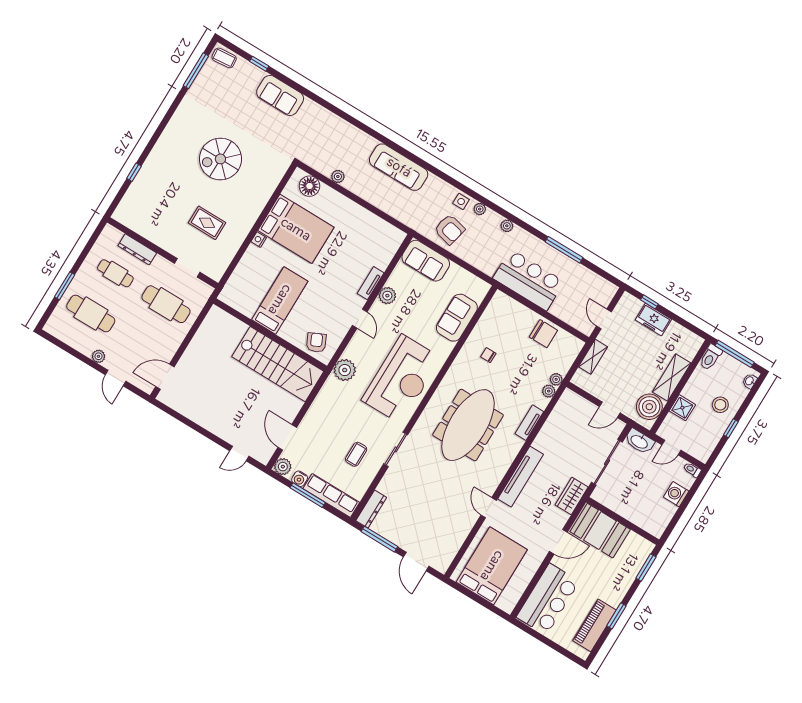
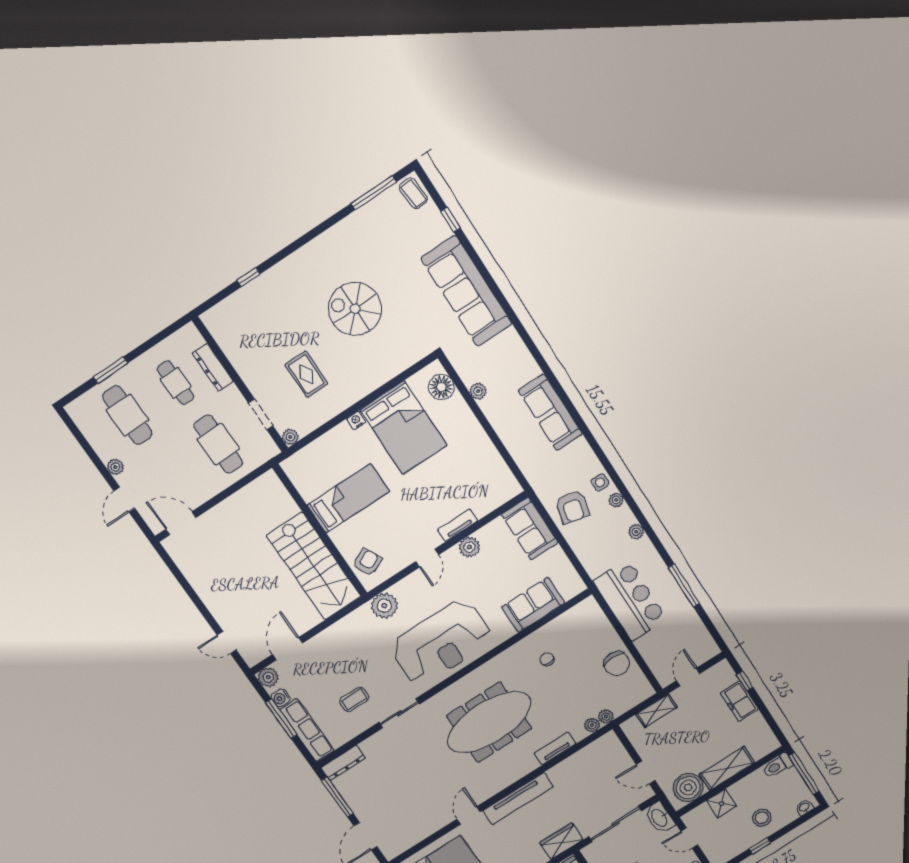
sofa: (280, 95) -> (466, 291), width x1.85, depth x1.27
plant: (216, 274) -> (290, 437), added

